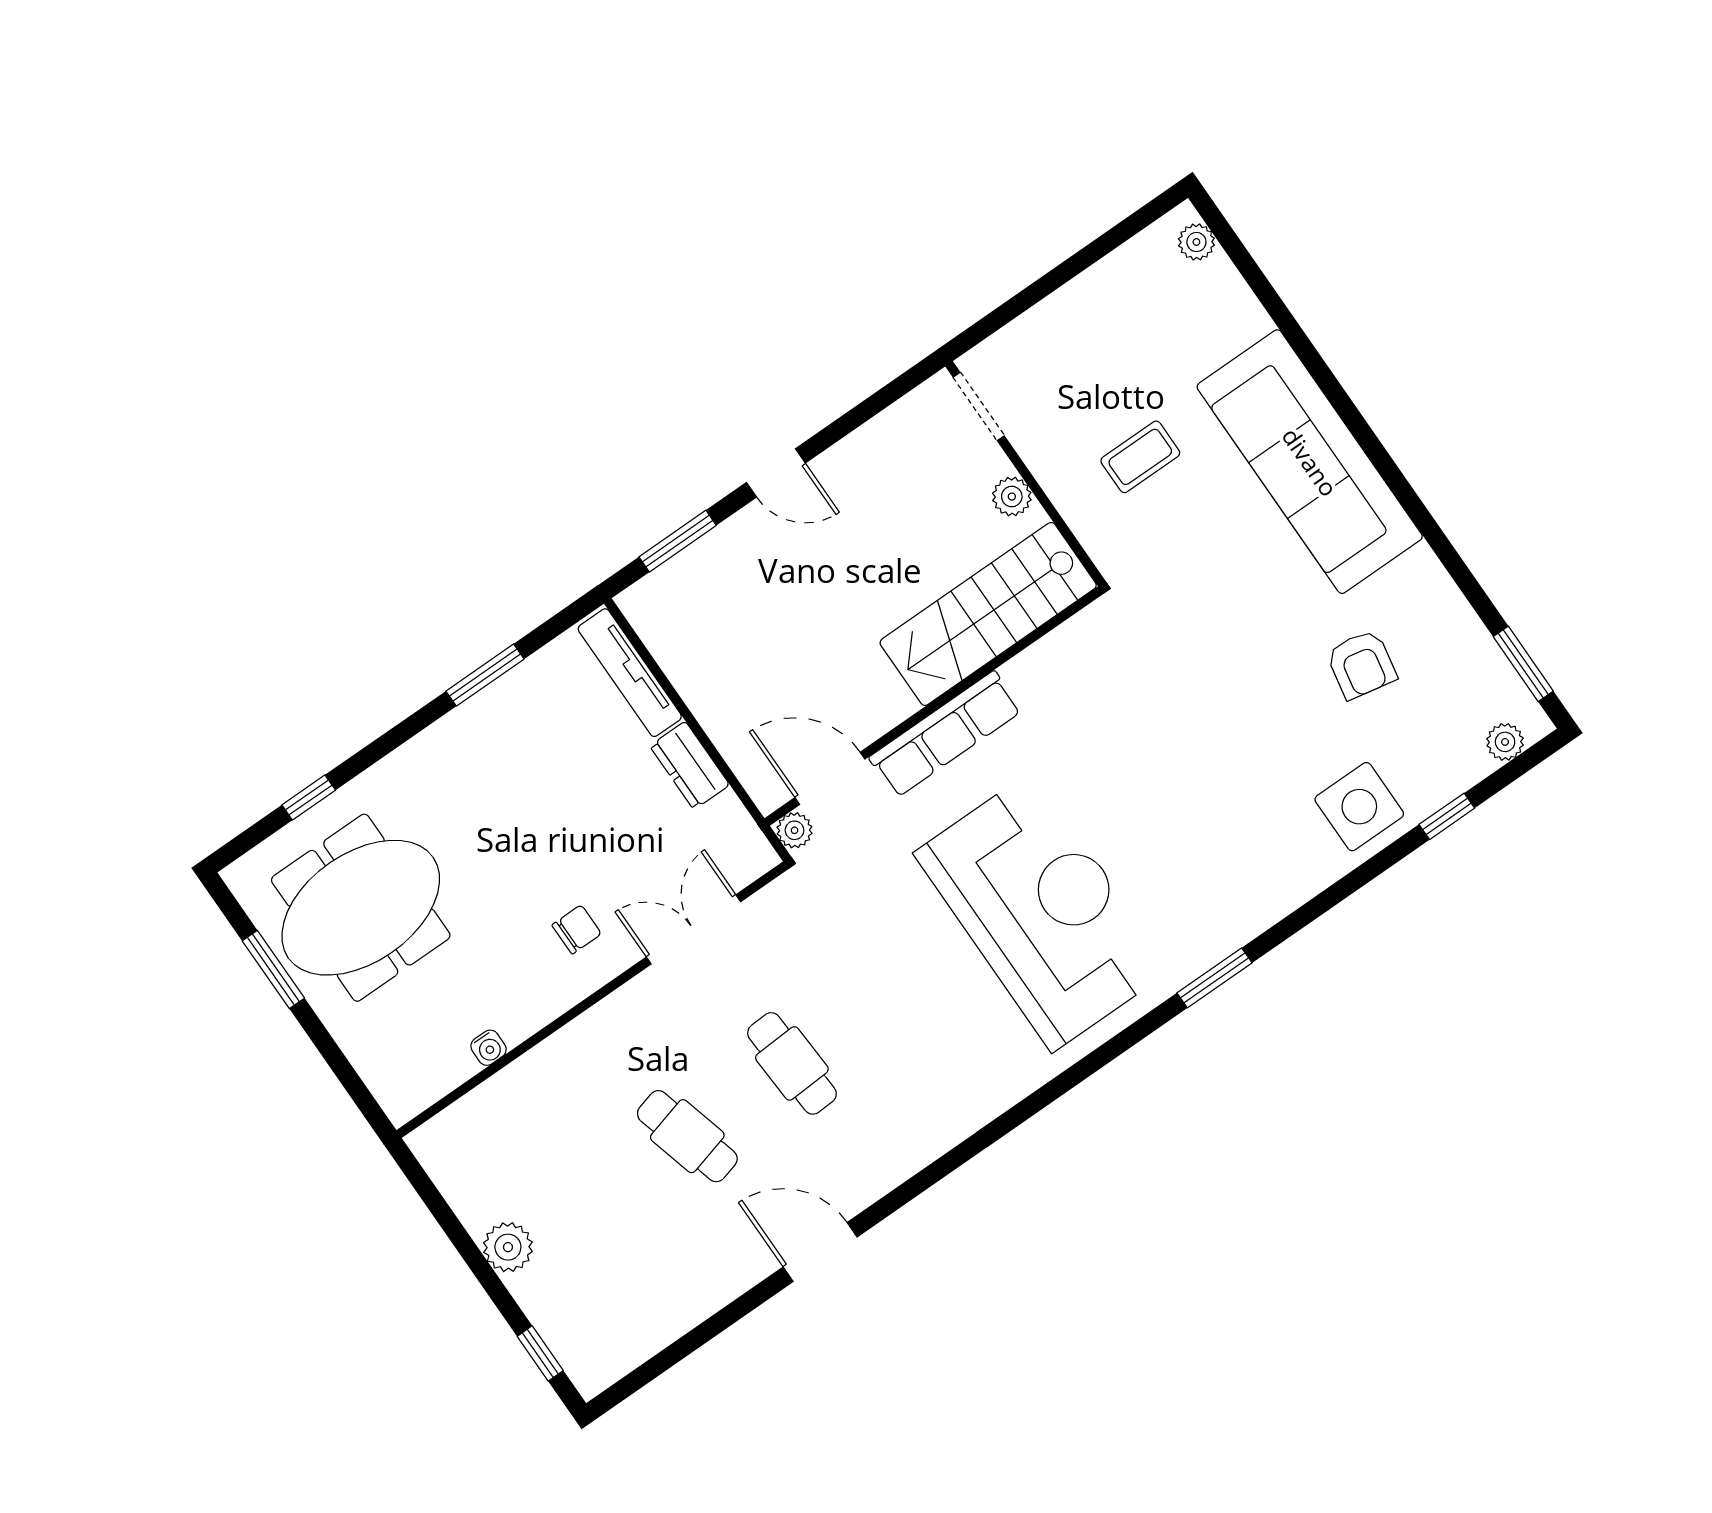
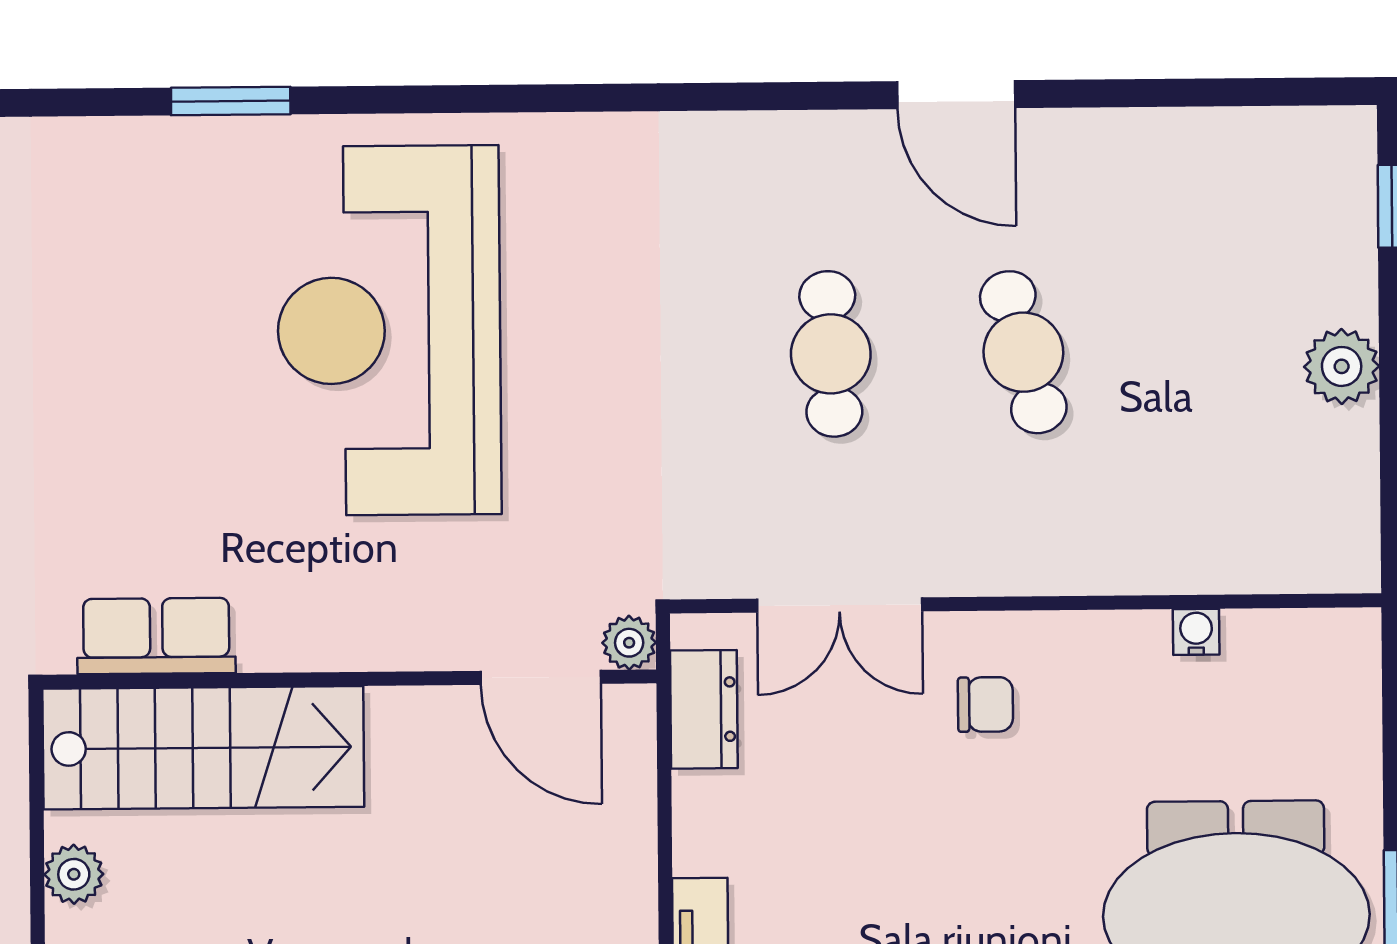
row of seats: (945, 734) -> (156, 636), moved, width x0.68
dresser: (690, 765) -> (704, 709), moved
chair: (577, 929) -> (985, 704), turned 180

